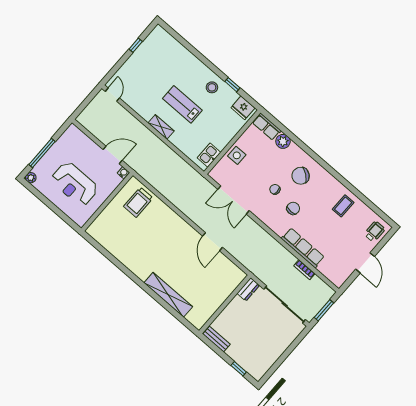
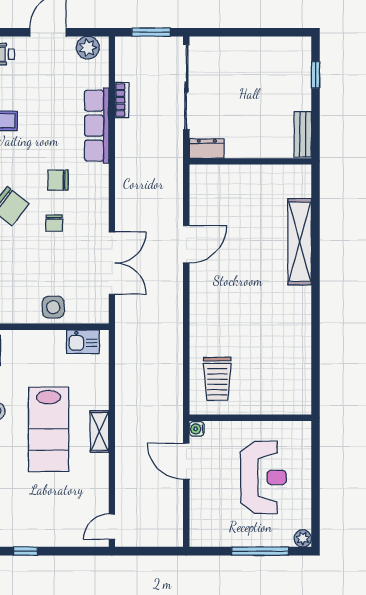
lab bench: (182, 104) -> (49, 429), width x1.36, depth x1.39
trolley: (138, 202) -> (217, 379), turned 90
plant: (342, 275) -> (88, 48), added

